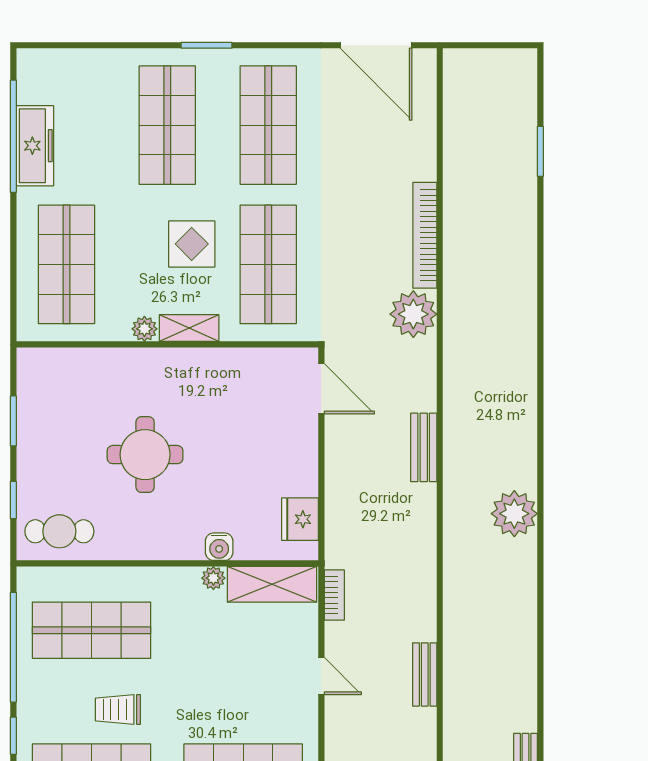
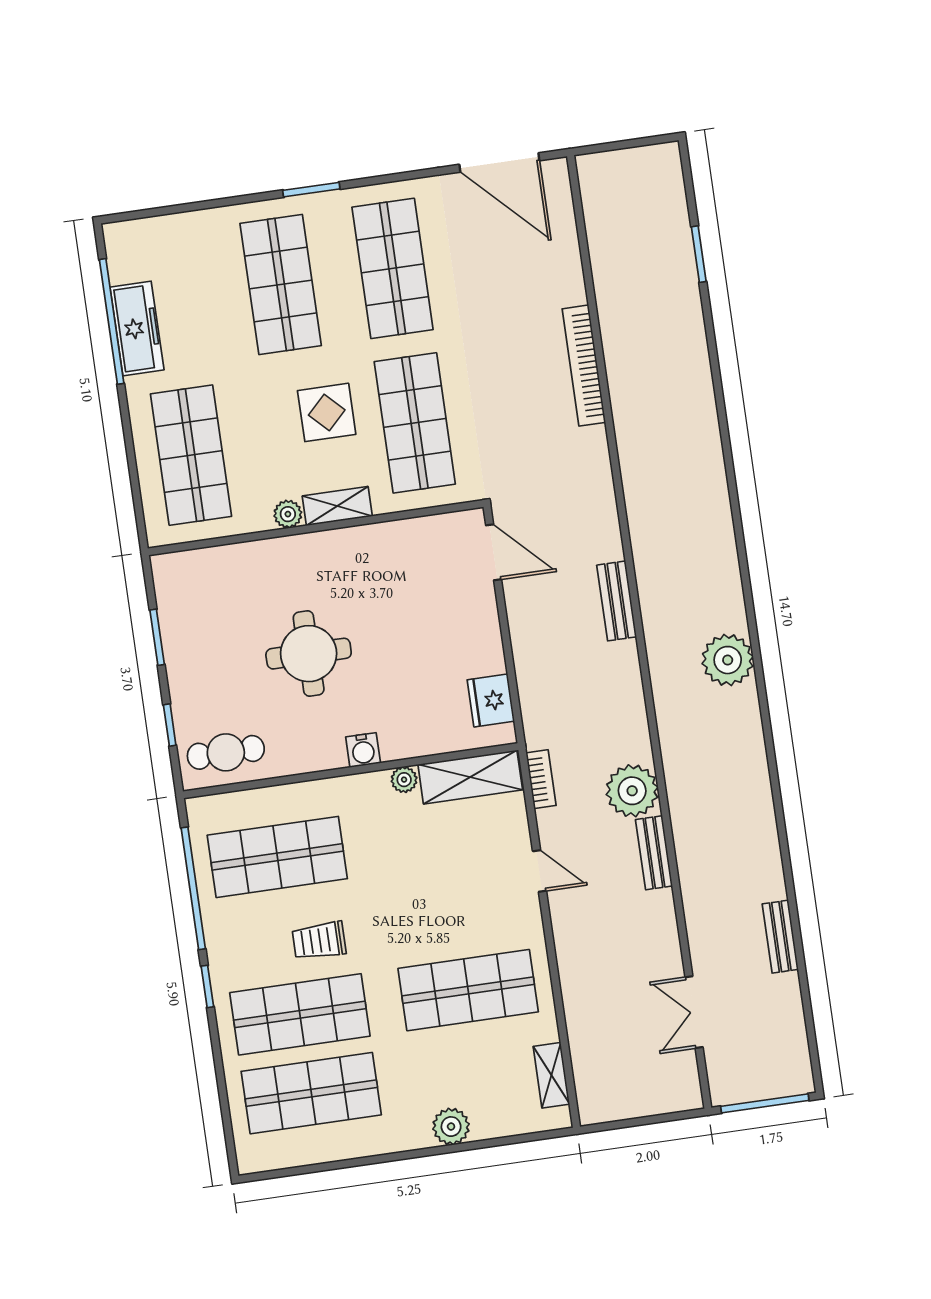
plant: (413, 314) -> (632, 791), moved
water cooler: (219, 547) -> (363, 750), moved

